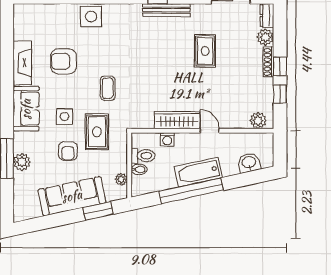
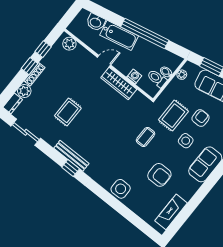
fireplace: (22, 63) -> (171, 212), moved
door: (210, 131) -> (104, 61), swing flipped
bathtub: (198, 172) -> (119, 35), moved

